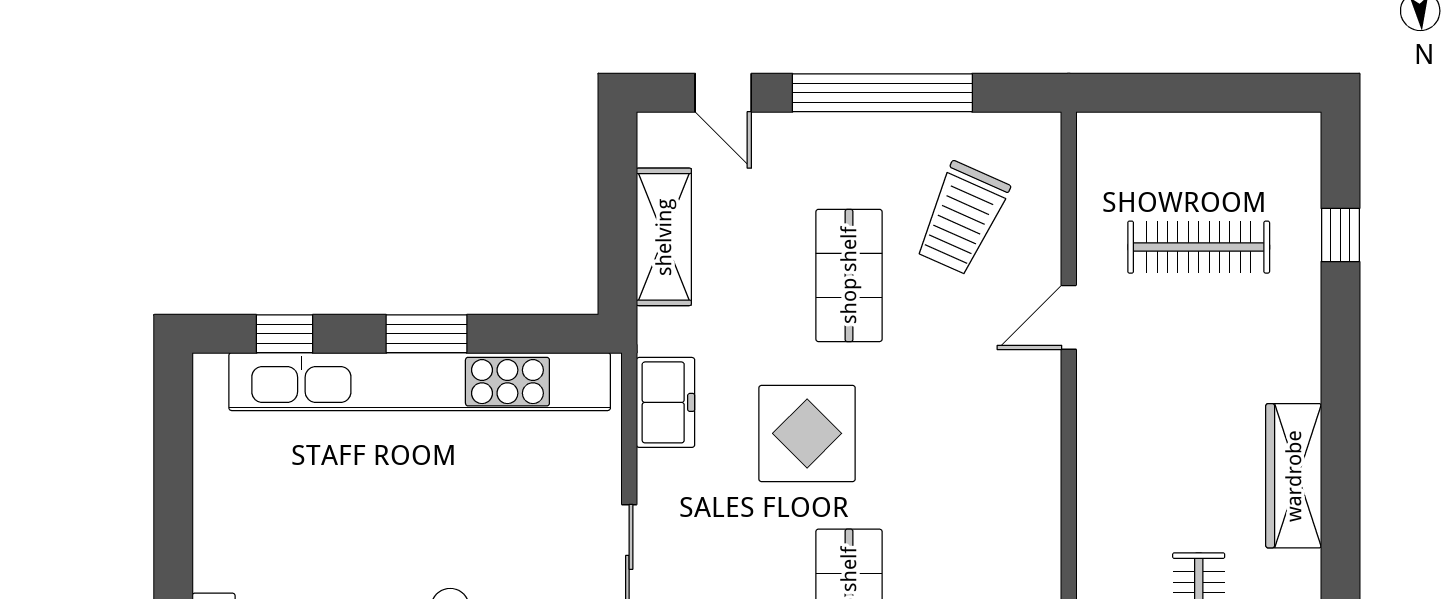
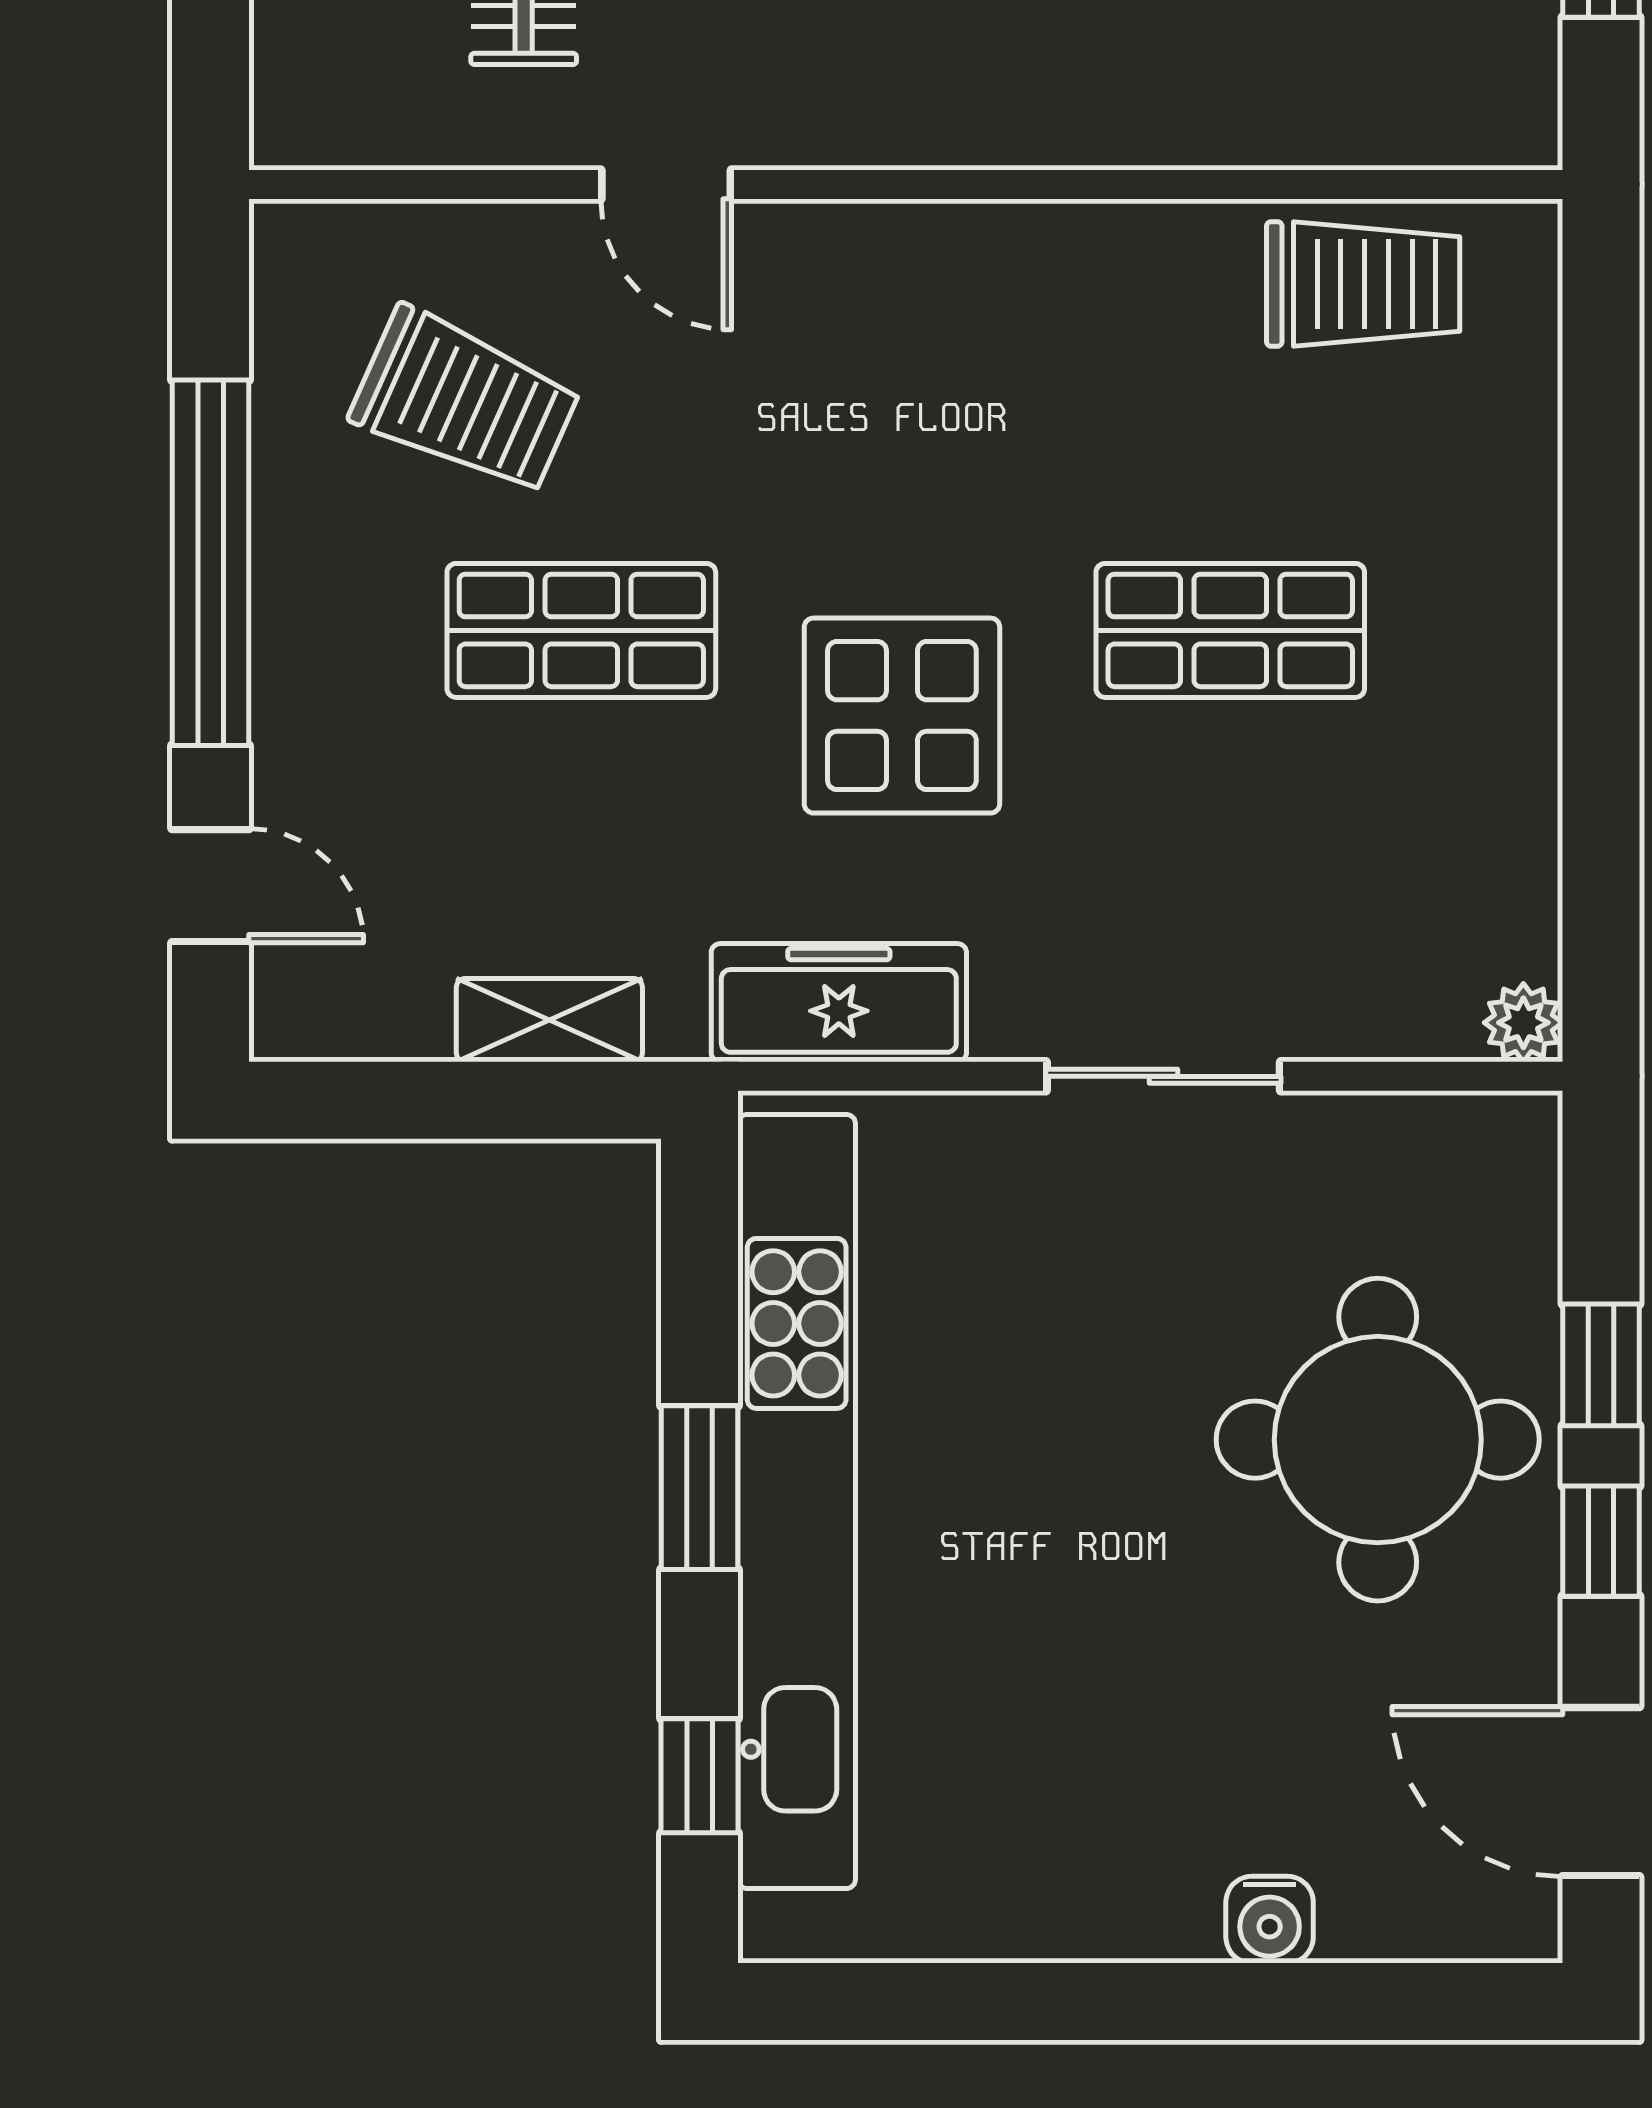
door: (723, 93) -> (211, 886), hinge flipped
shelving: (664, 237) -> (549, 1020), width x0.67, depth x0.75
freezer: (666, 402) -> (839, 1003), width x1.40

